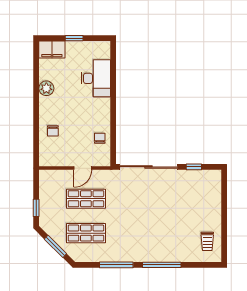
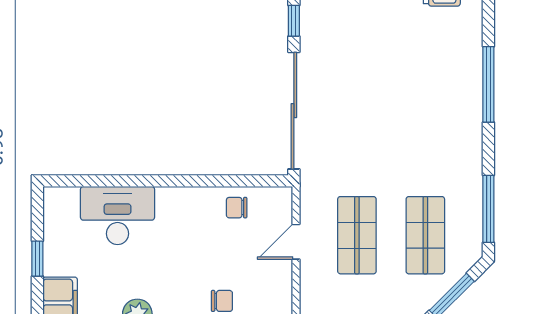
door: (83, 168) -> (296, 242), swing flipped
window: (116, 265) -> (488, 209), moved

